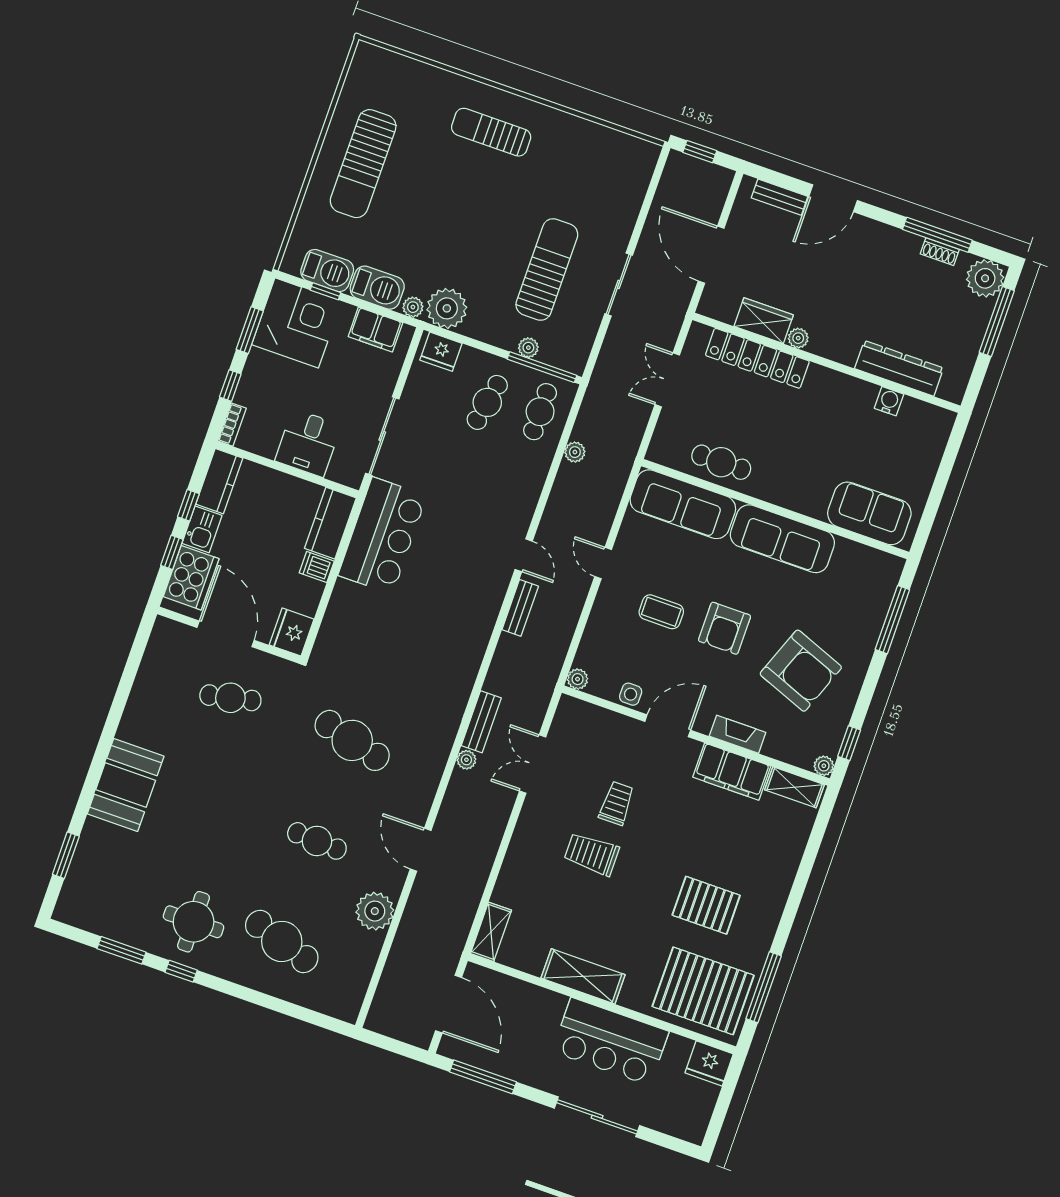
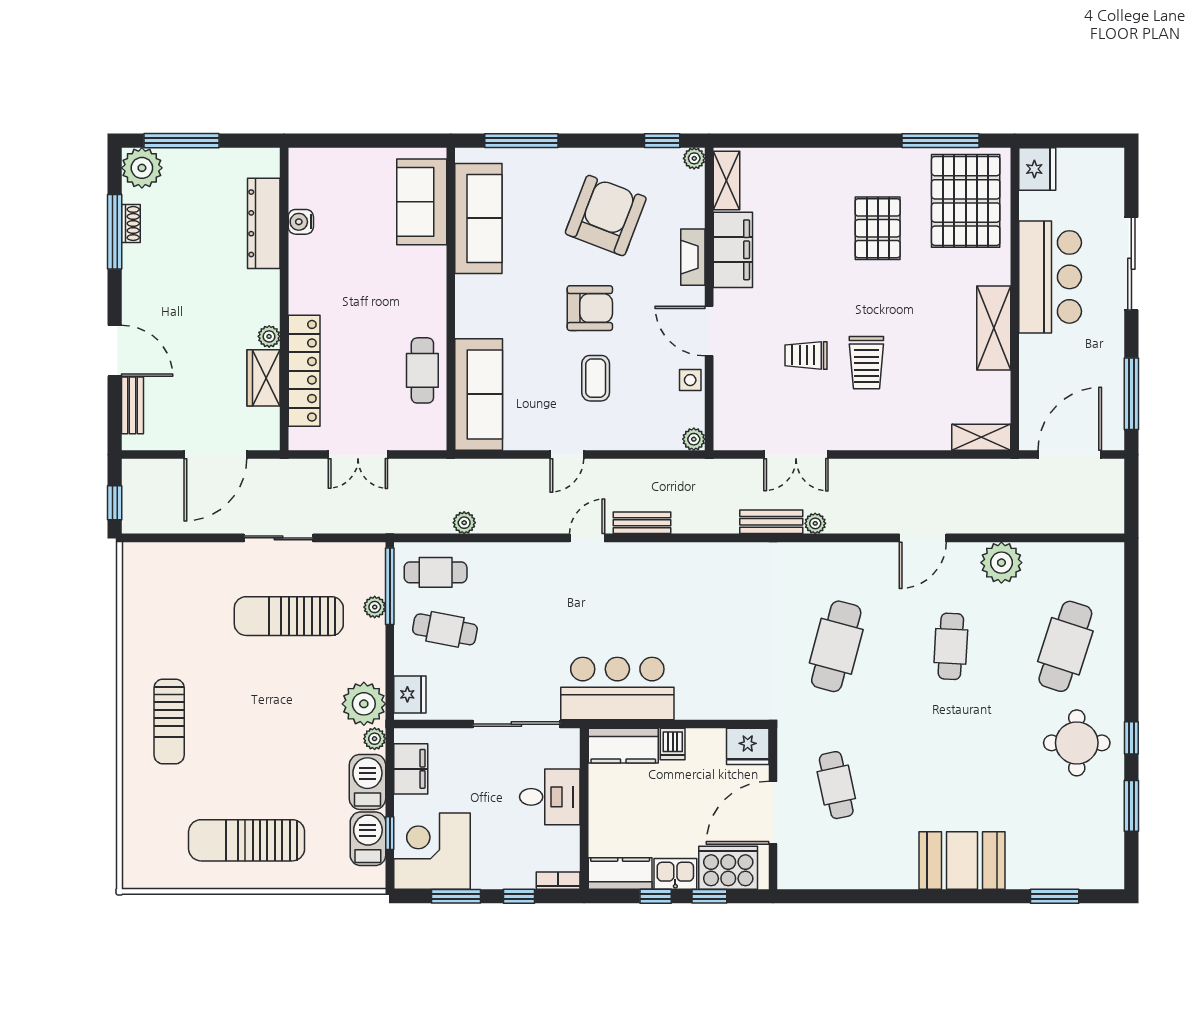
sun lounger: (363, 164) -> (247, 840), turned 180
sofa: (782, 539) -> (478, 218), moved

